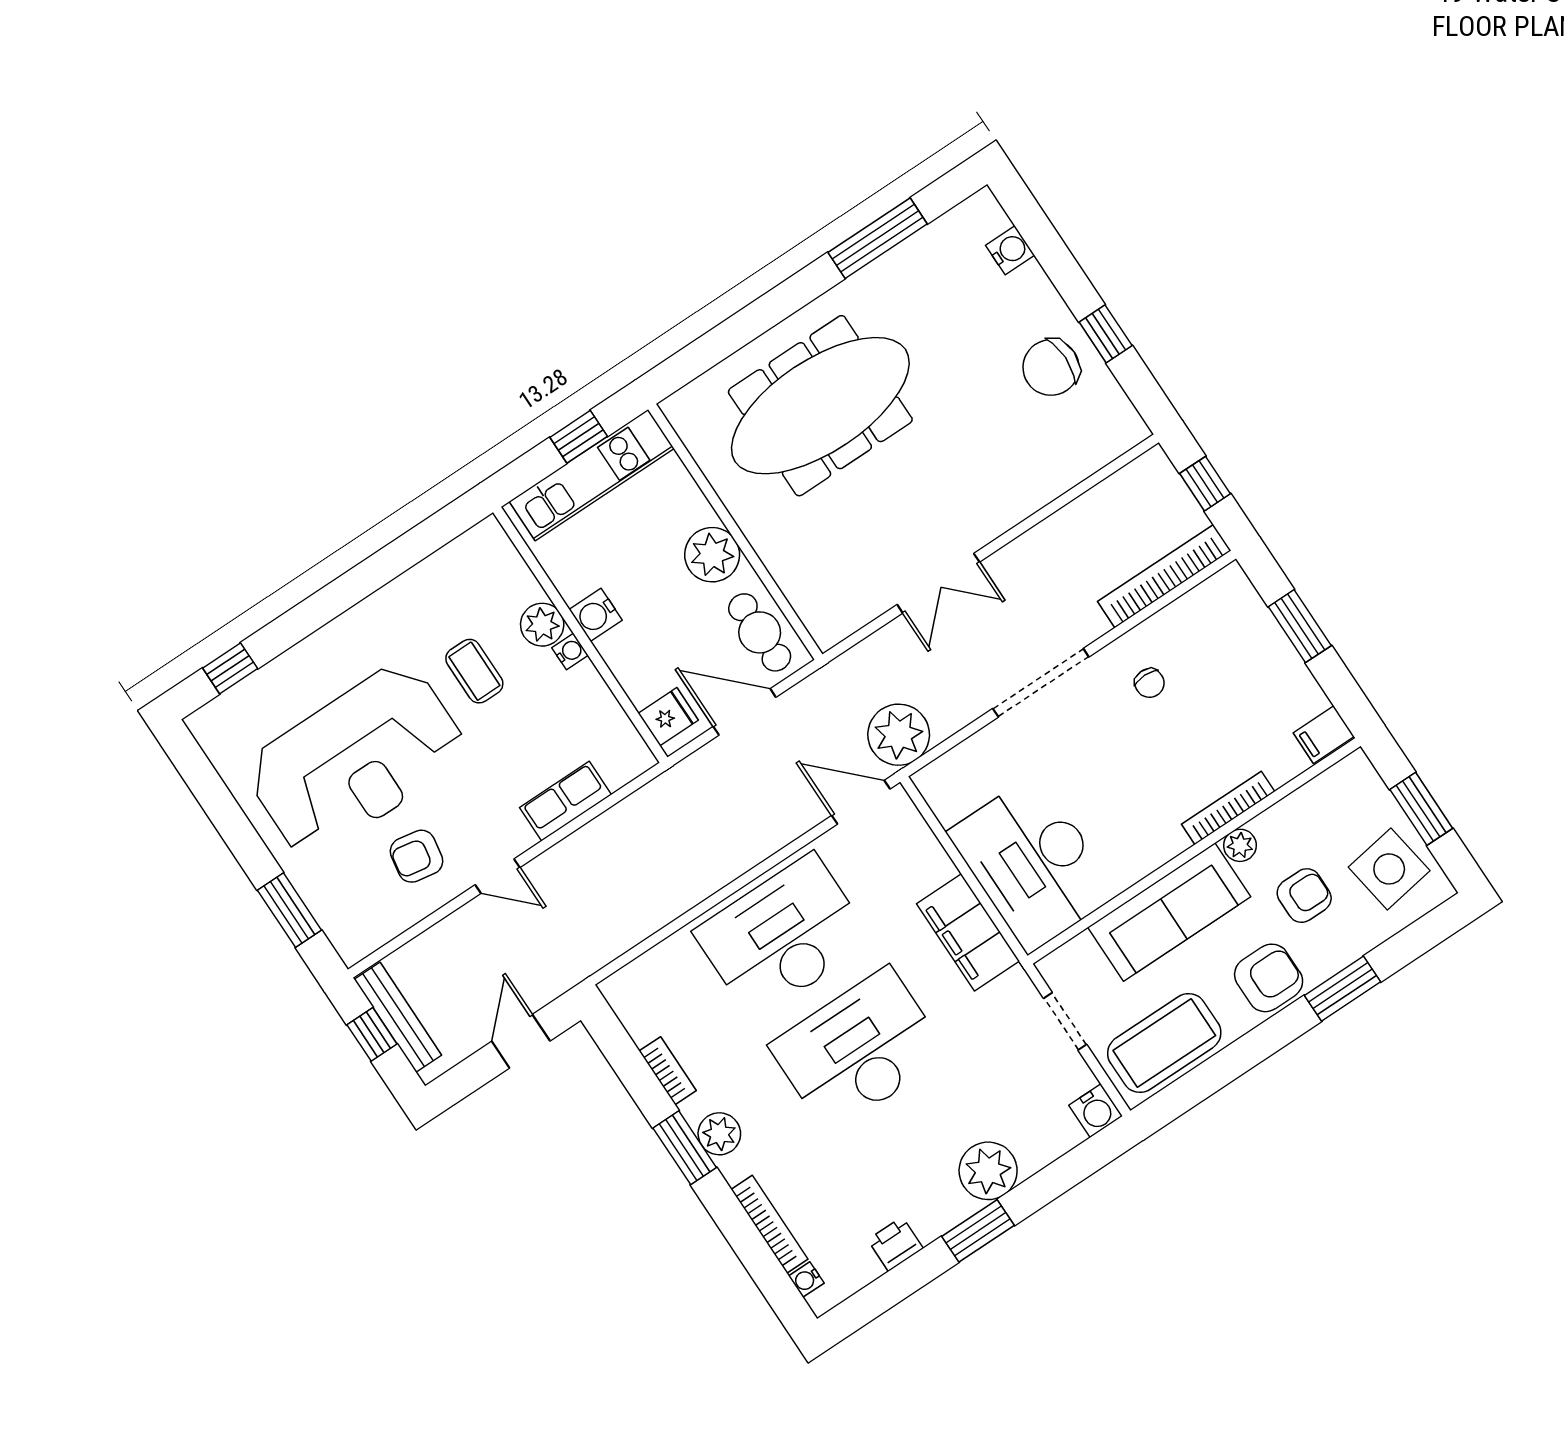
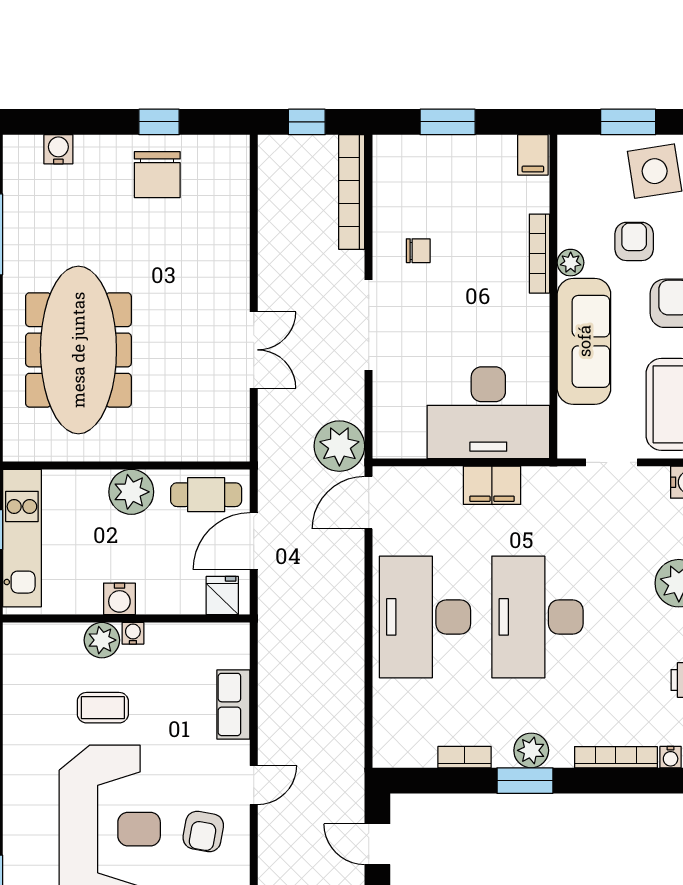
filing cabinet: (968, 932) -> (492, 485), width x0.67, depth x0.86

